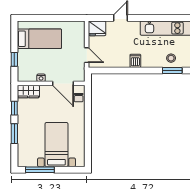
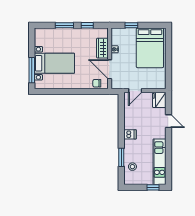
bed: (39, 39) -> (150, 48), width x1.50
window: (172, 71) -> (121, 157), moved
door: (63, 83) -> (110, 69), hinge flipped
wardrobe: (28, 92) -> (102, 48), moved
window: (40, 170) -> (32, 70), moved

